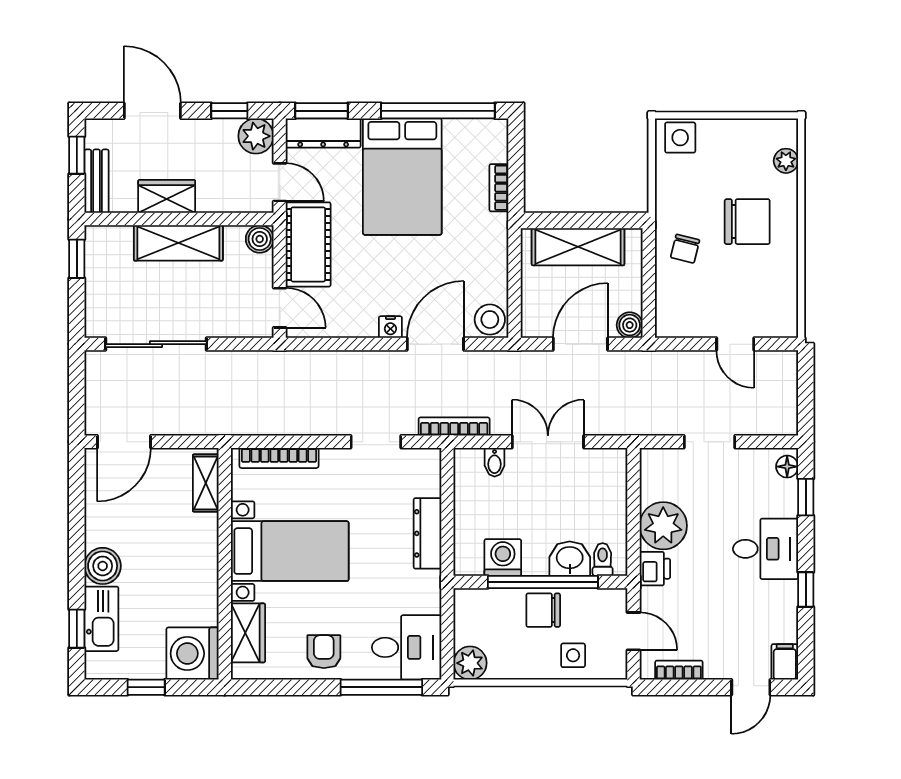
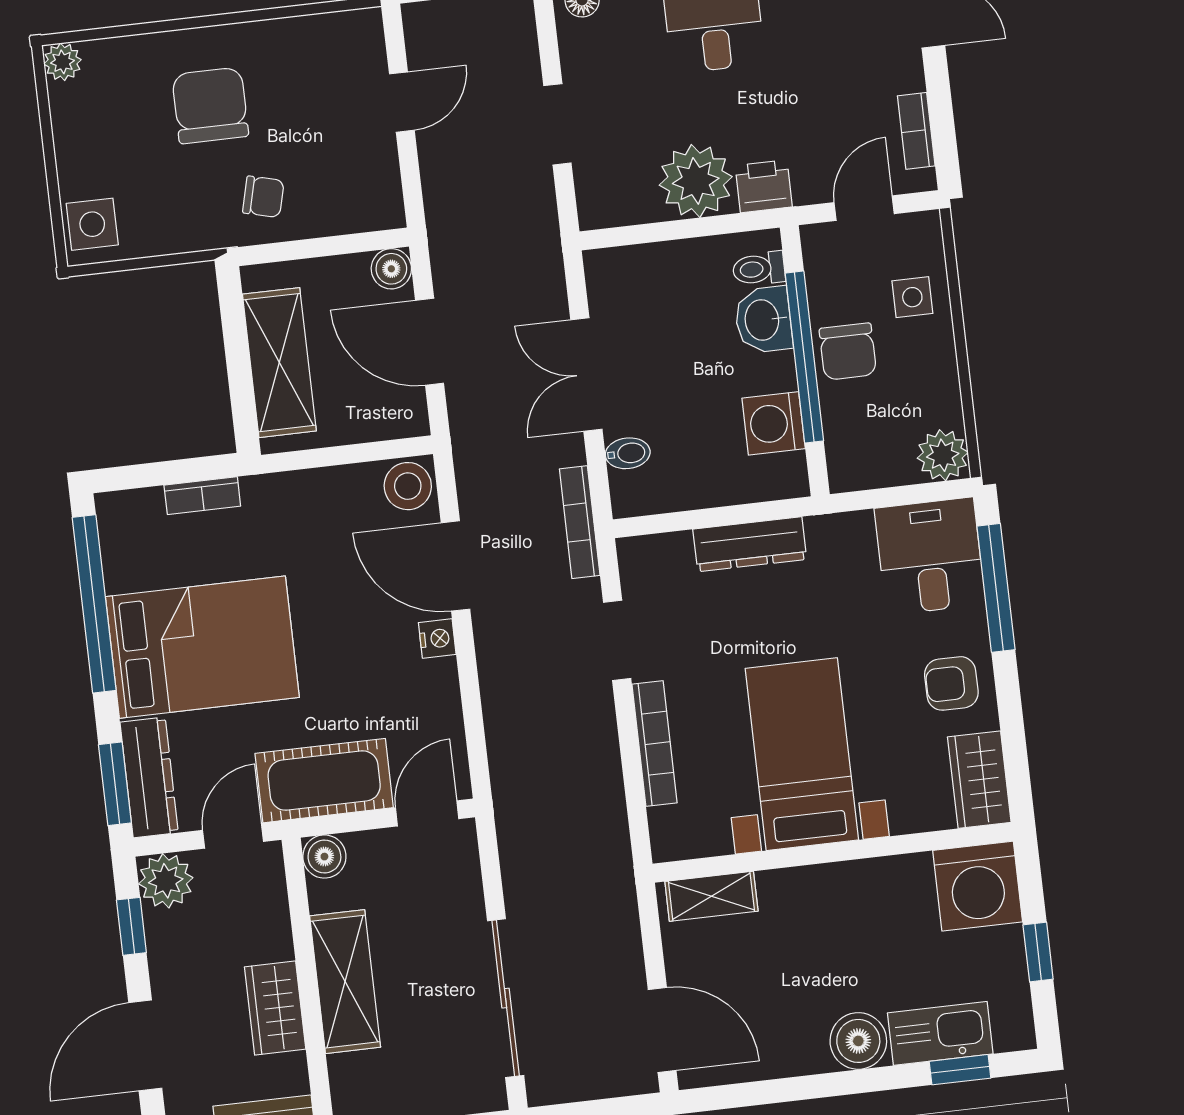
plant: (786, 161) -> (63, 62), moved
bookcase: (279, 458) -> (655, 744), moved
wardrobe: (248, 633) -> (979, 780), moved, turned -90

